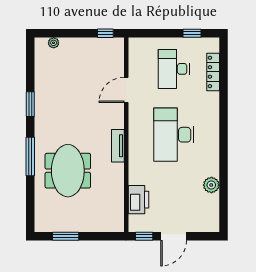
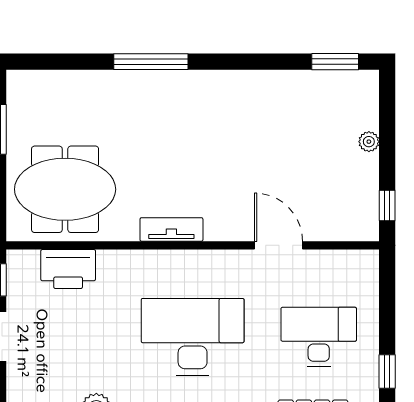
plant: (54, 43) -> (369, 142), moved
window: (30, 104) -> (335, 62), moved
meeting table: (68, 171) -> (65, 189), moved

